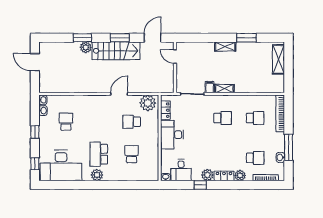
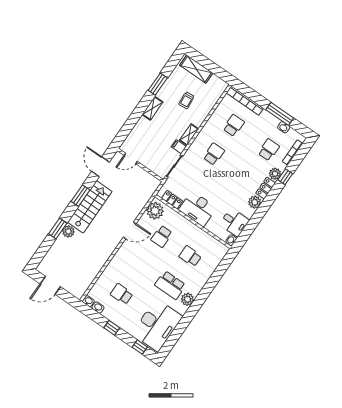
trolley: (249, 68) -> (187, 100), added
door: (119, 94) -> (130, 230), swing flipped
window: (200, 185) -> (285, 177), moved

